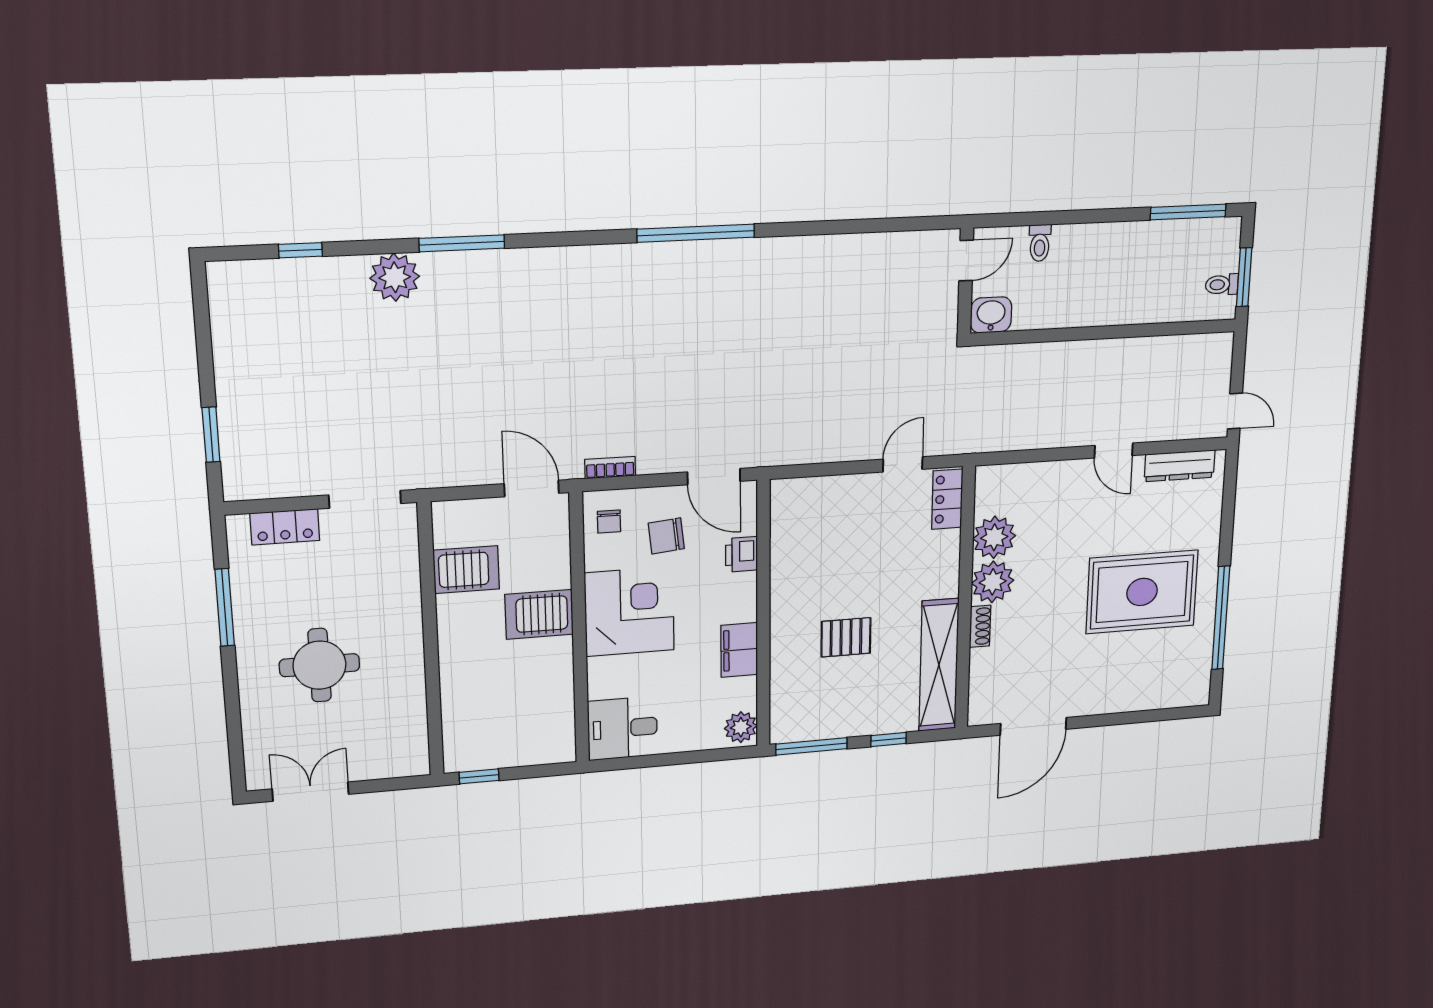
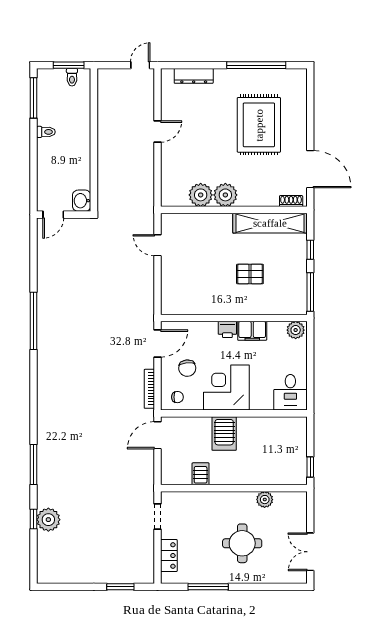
window: (696, 233) -> (33, 321), moved
toilet: (1040, 243) -> (46, 132), moved
window: (300, 250) -> (33, 519), moved
door: (966, 261) -> (53, 215), swing flipped
plant: (395, 277) -> (48, 520), moved
dresser: (1180, 466) -> (194, 76), moved, turned 90
bookcase: (610, 468) -> (149, 389), width x1.56
doorway: (365, 499) -> (158, 517), width x0.73
locker: (947, 499) -> (178, 221), removed
printer: (741, 554) -> (227, 329), moved
server rack: (466, 570) -> (201, 474), width x0.73, depth x0.70
rug: (1142, 592) -> (259, 125), moved
shoe rack: (980, 626) -> (291, 201), moved
pallet: (846, 637) -> (250, 274), turned 90
plant: (411, 700) -> (265, 500), added

